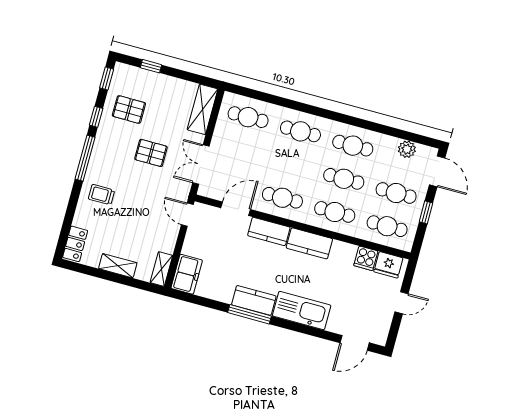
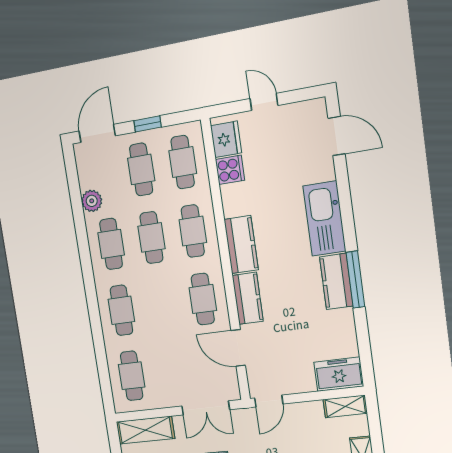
plant: (407, 149) -> (92, 201), moved

